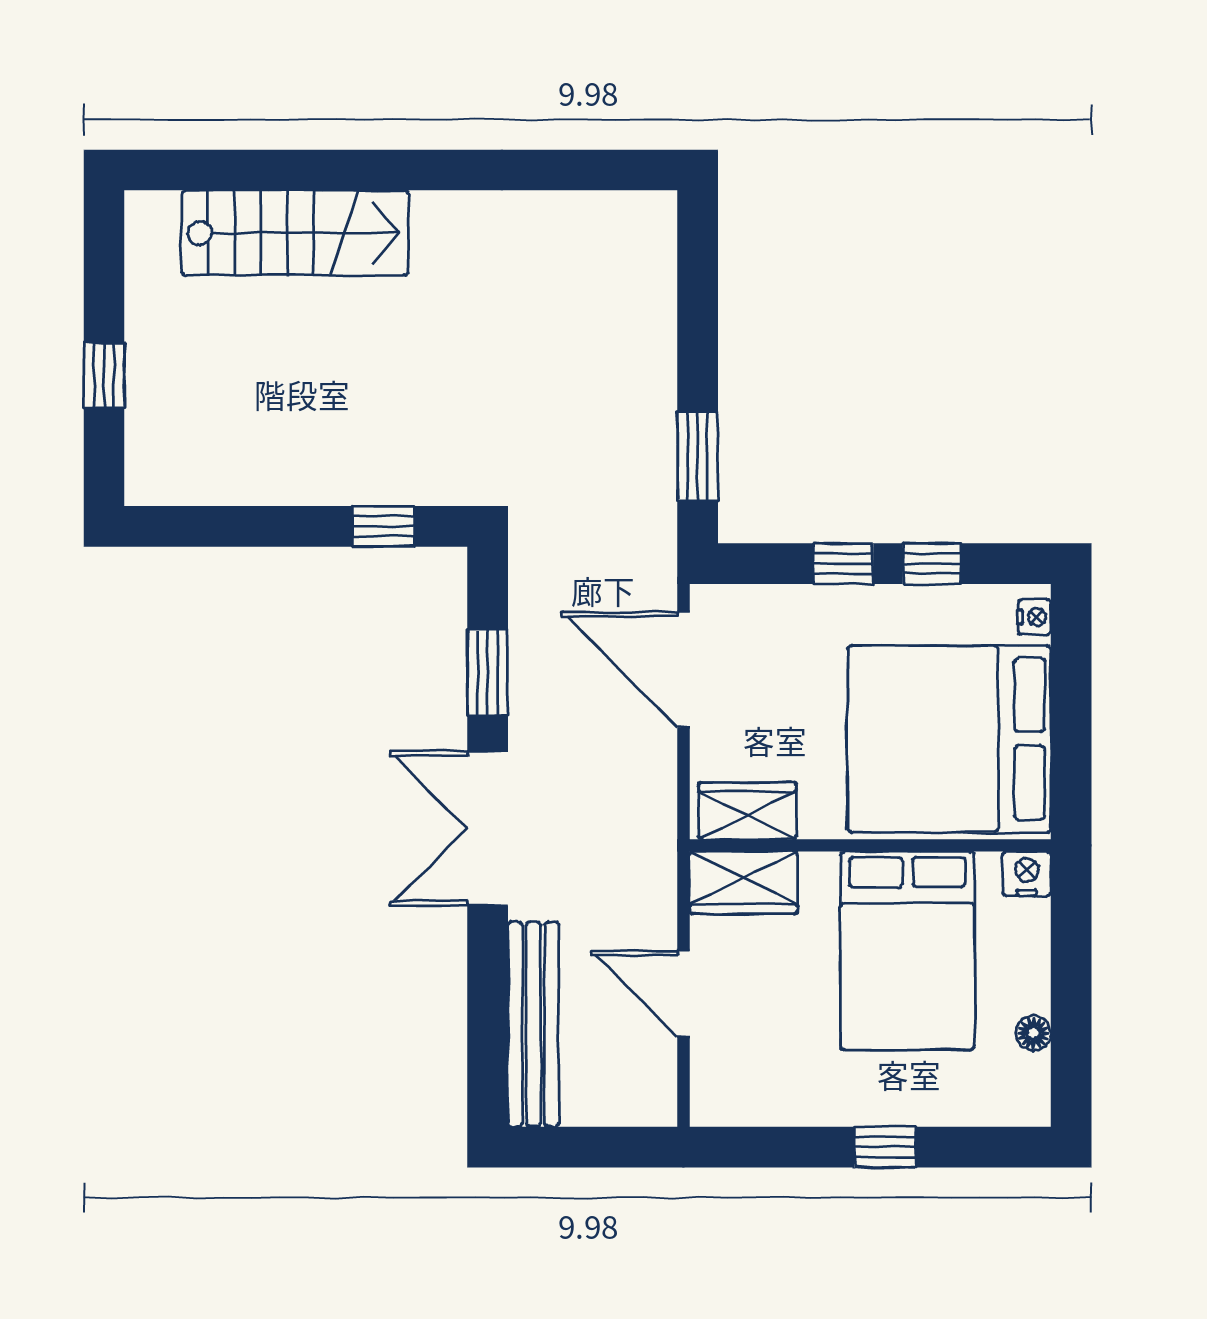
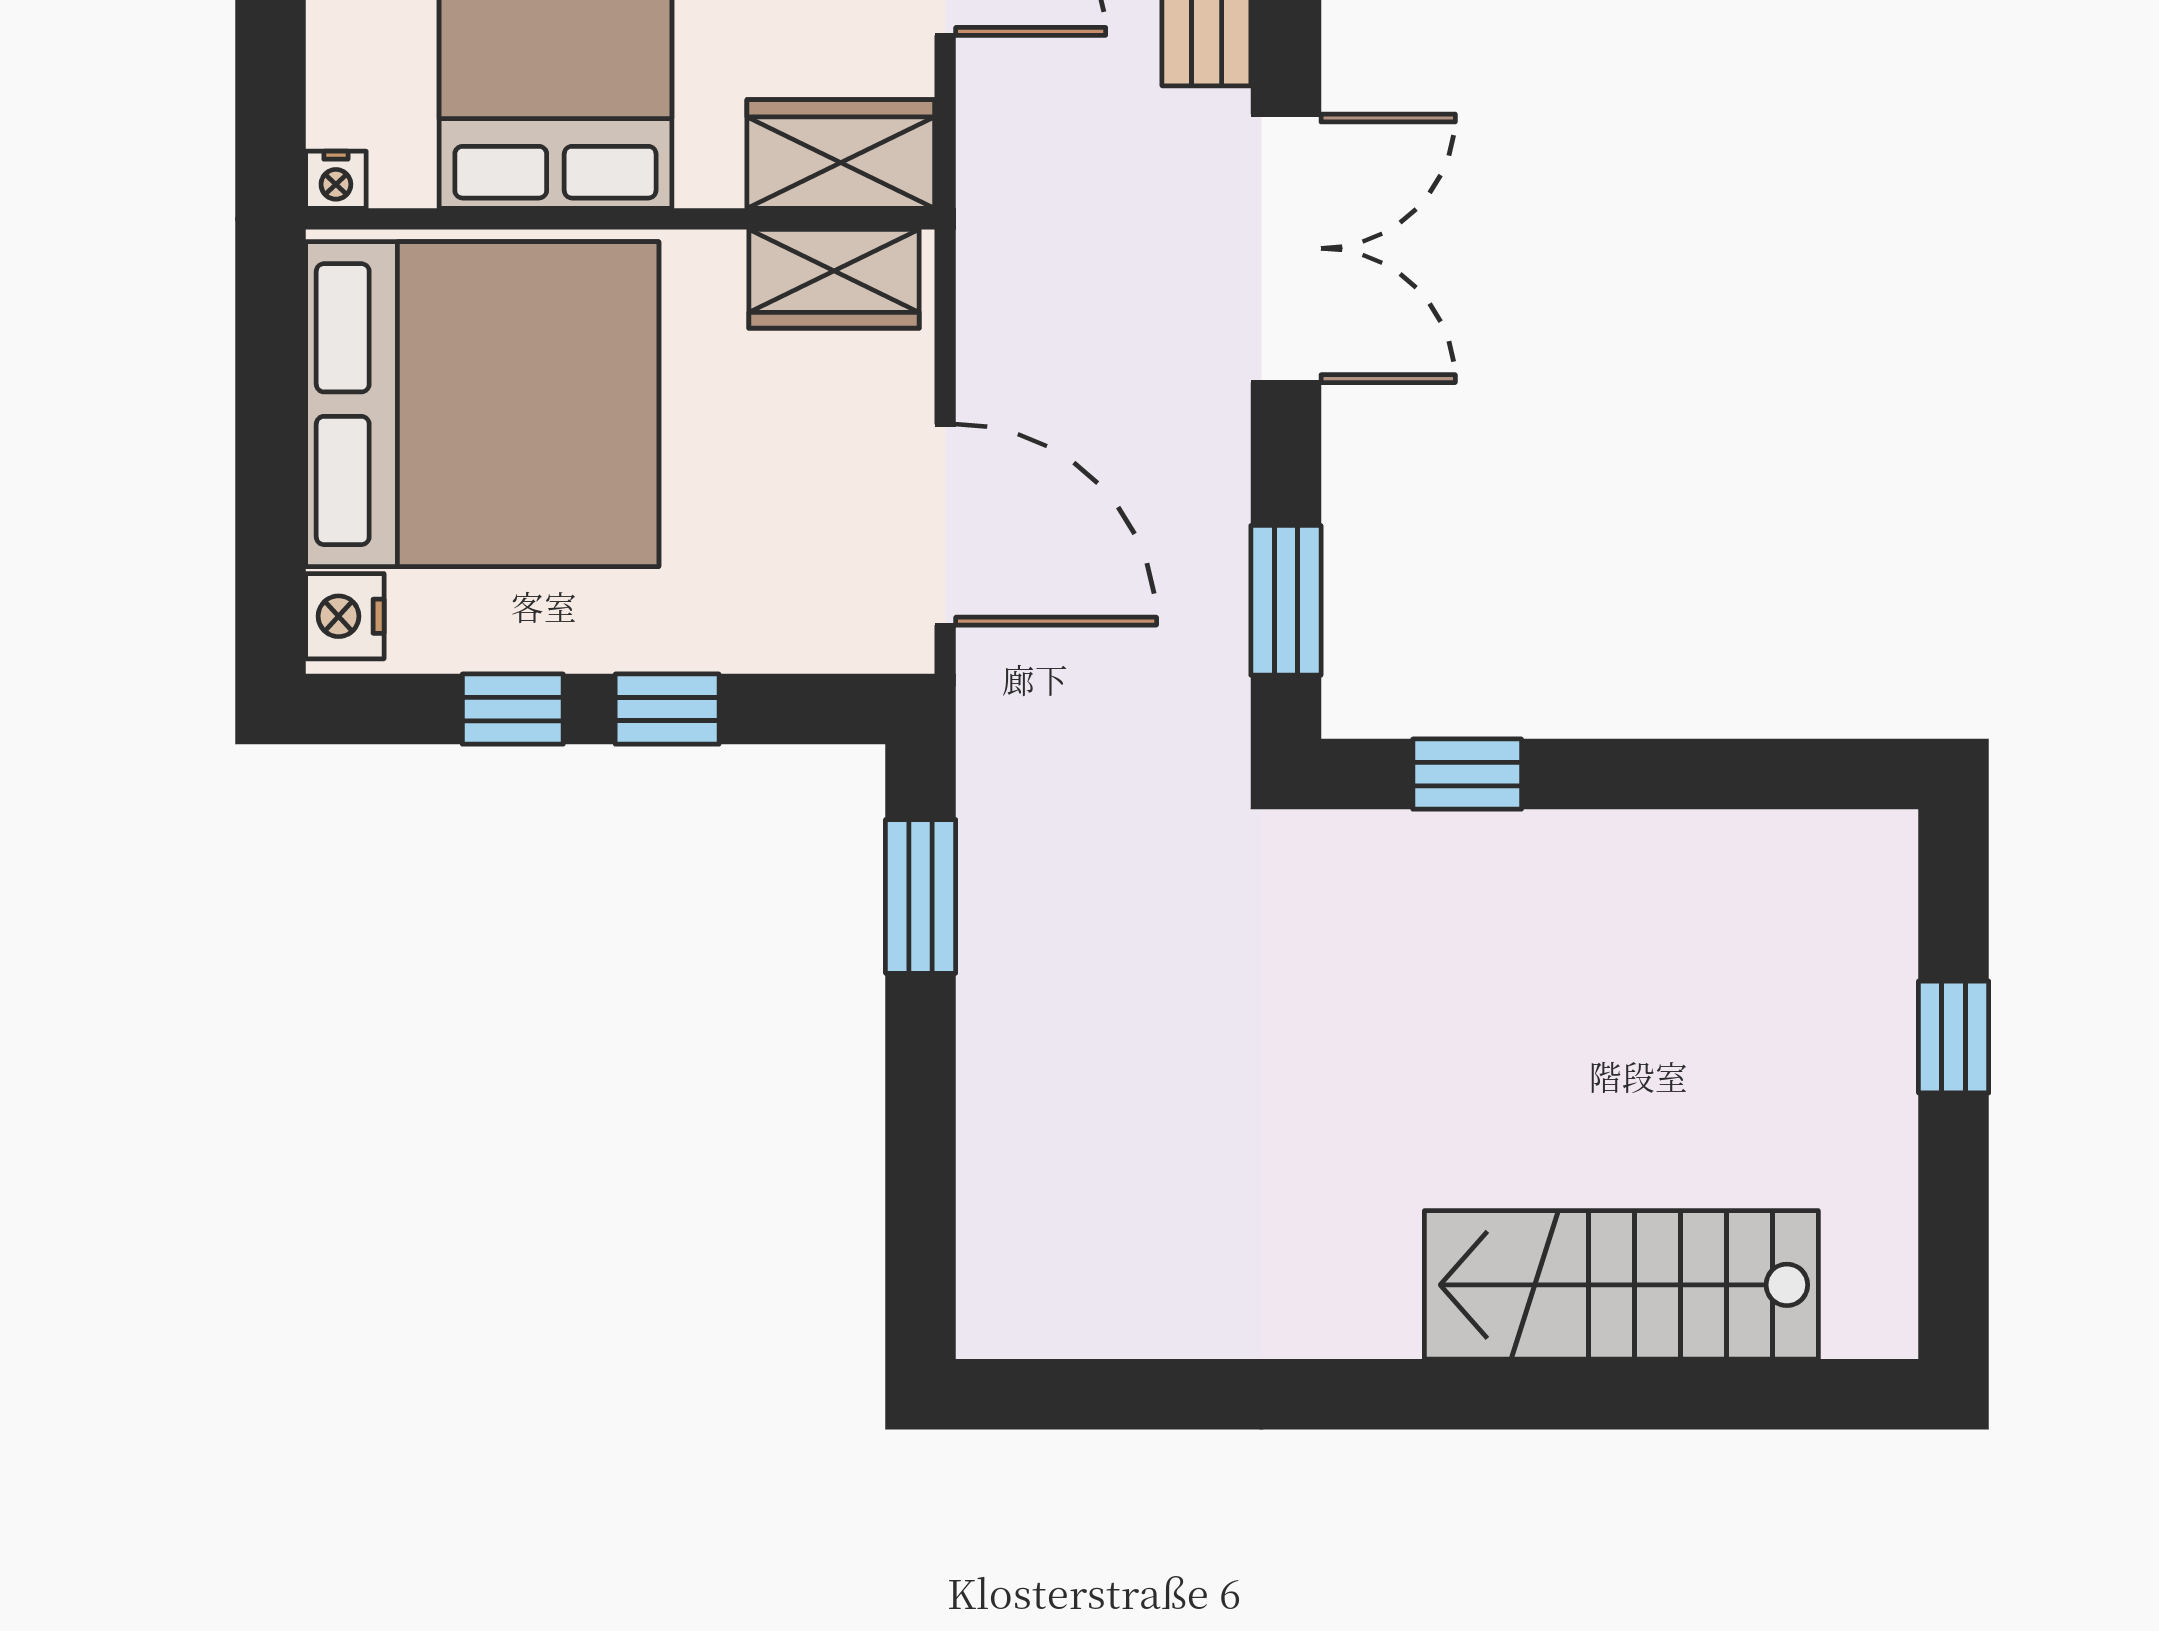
nightstand: (1034, 617) -> (345, 616), width x1.39, depth x1.35
window: (488, 672) -> (1286, 600), moved
nightstand: (1027, 874) -> (336, 180), width x0.72, depth x0.74

